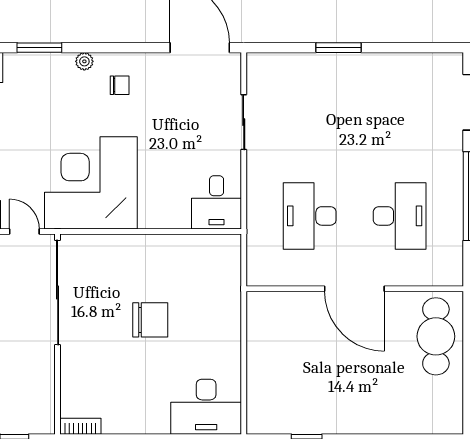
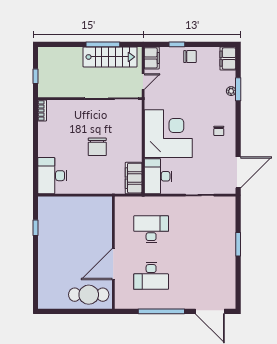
plant: (84, 61) -> (231, 91), moved
corner desk: (91, 183) -> (168, 134), moved
desk: (217, 202) -> (158, 176), width x1.37
filing cabinet: (211, 250) -> (134, 178), added
door: (354, 289) -> (113, 264), moved

